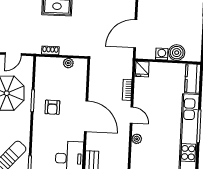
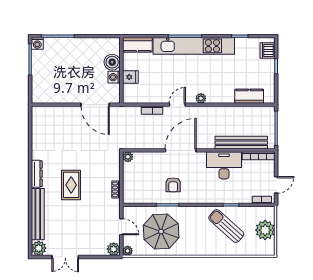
plant: (68, 63) -> (128, 157), moved
fridge: (142, 69) -> (130, 77), moved
armchair: (52, 107) -> (173, 185), turned 90

